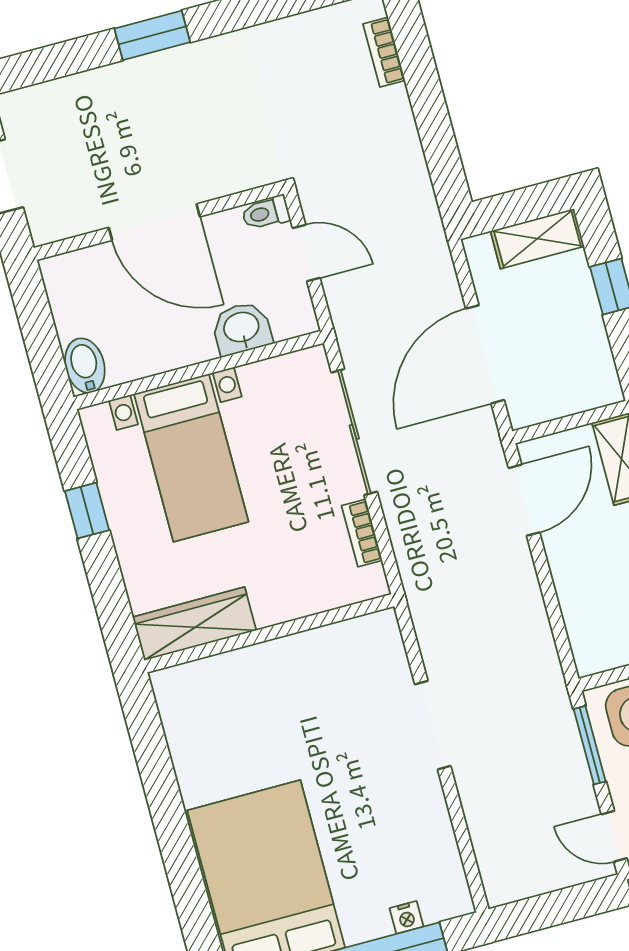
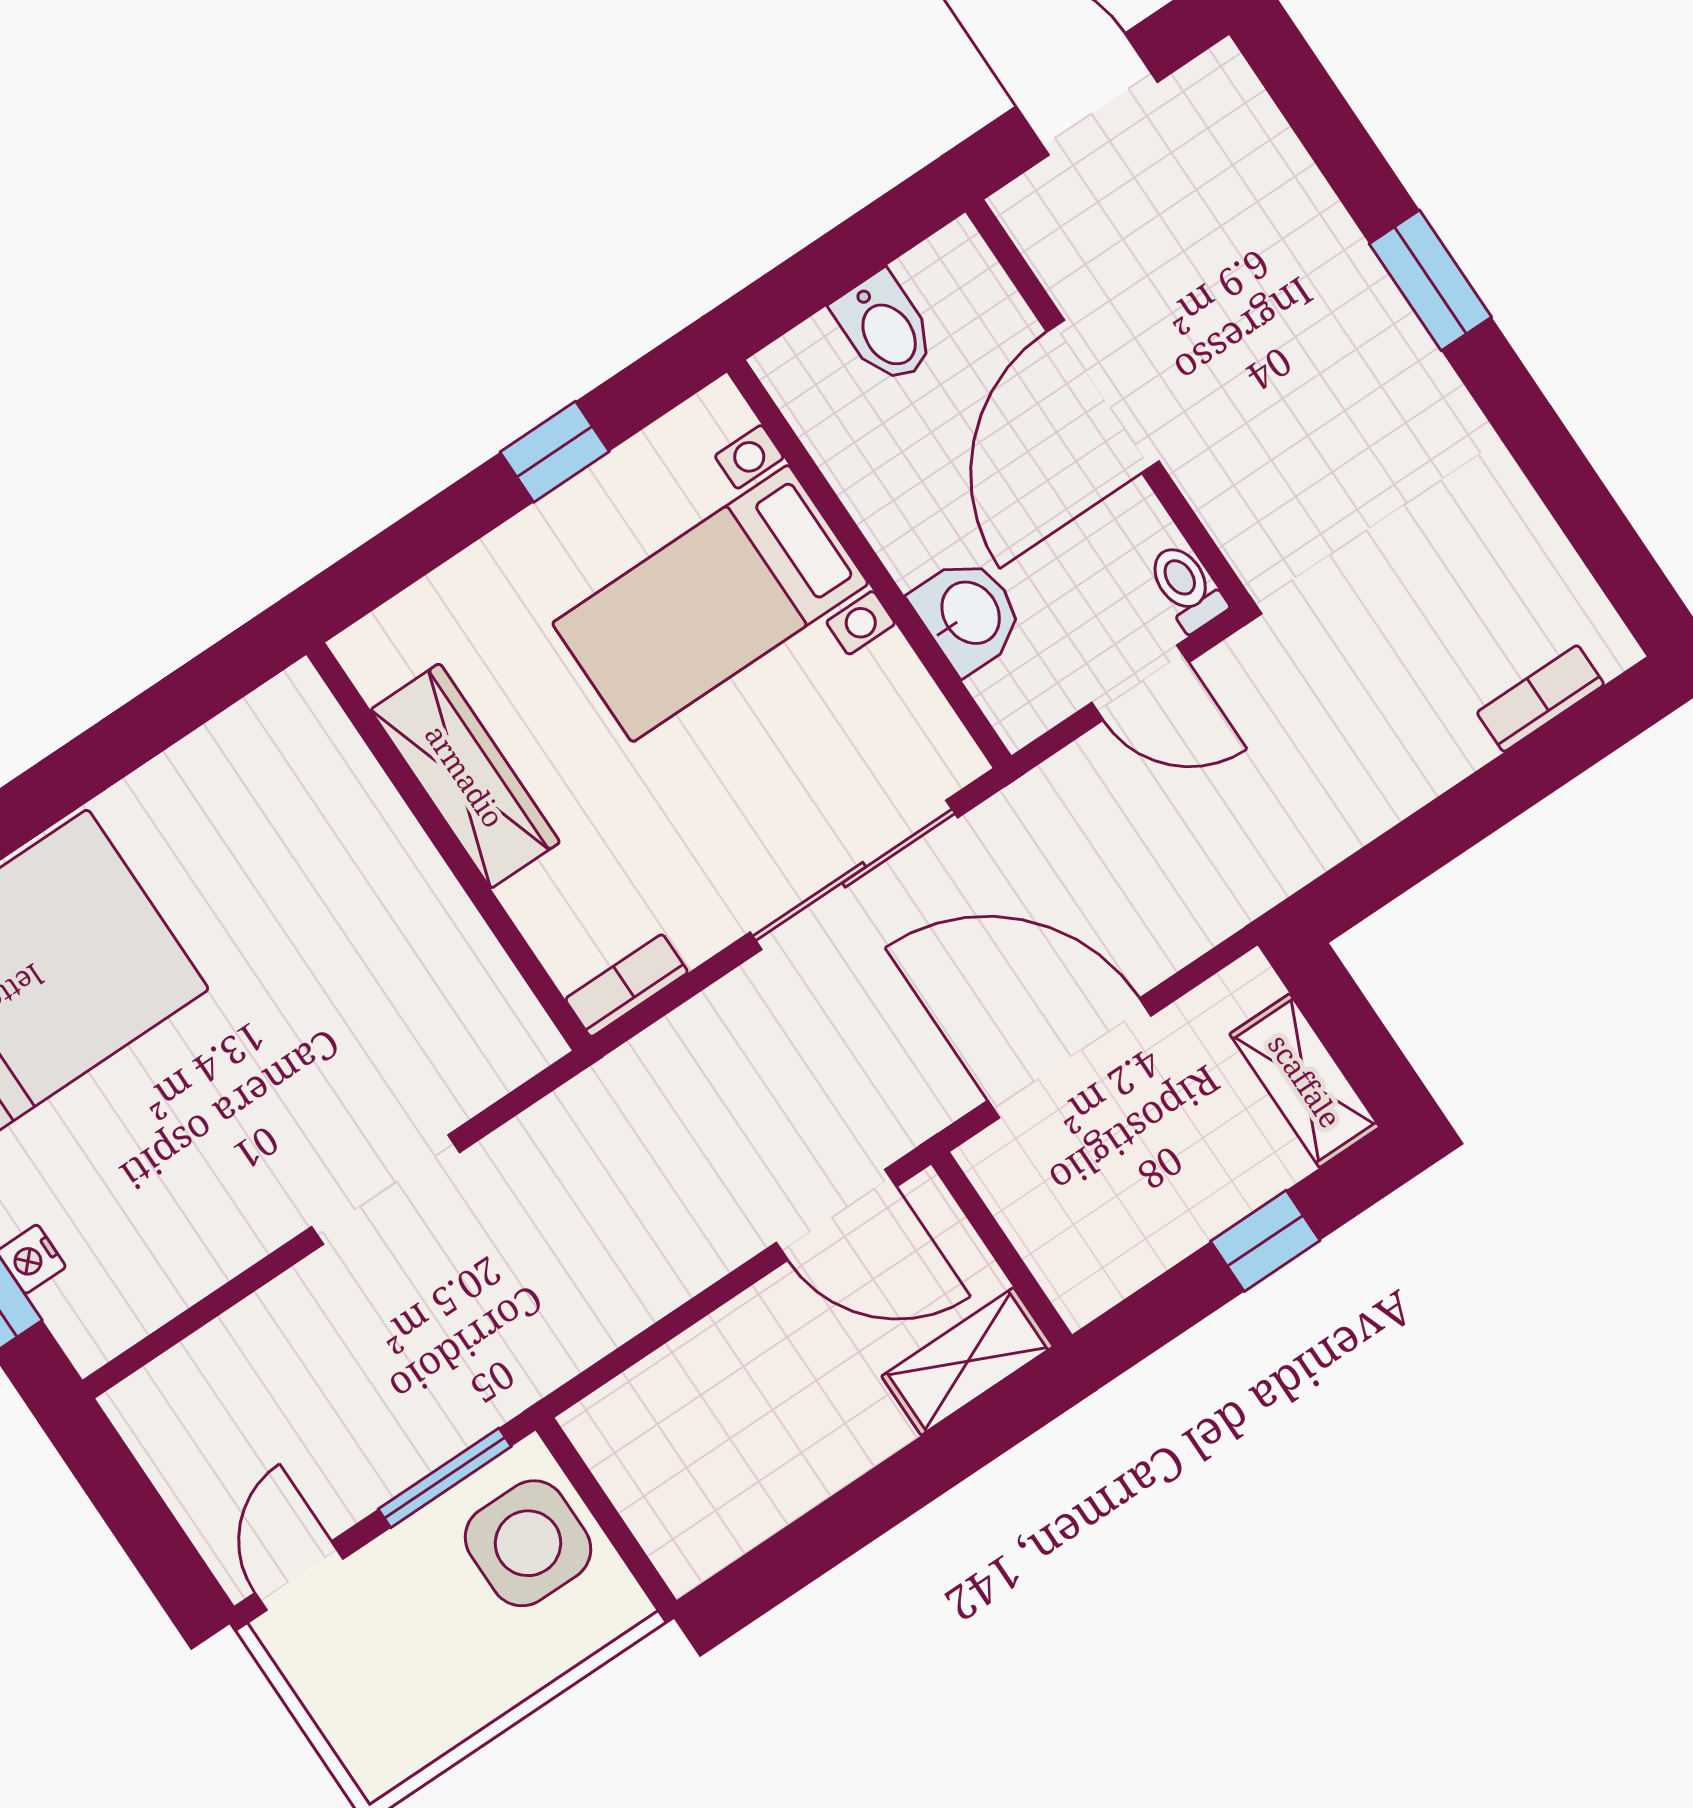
door: (306, 253) -> (1140, 683), hinge flipped
bidet: (85, 366) -> (885, 328), moved, turned 90
bookcase: (362, 533) -> (627, 986), moved
wardrobe: (194, 624) -> (465, 776), moved

